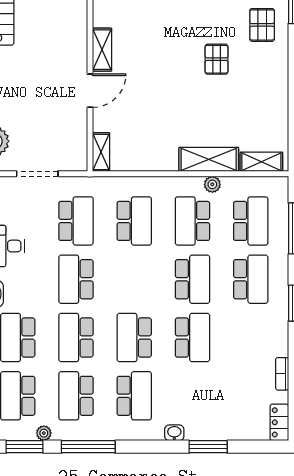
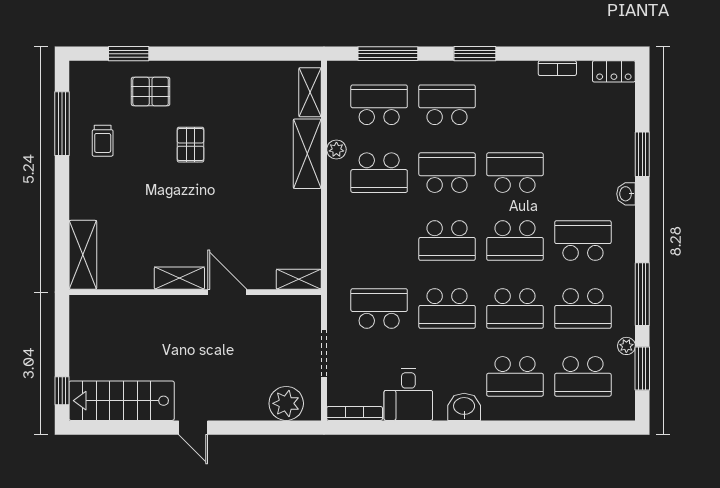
pallet: (217, 59) -> (191, 145), turned 90
school desk: (134, 221) -> (447, 241), moved, turned 180

